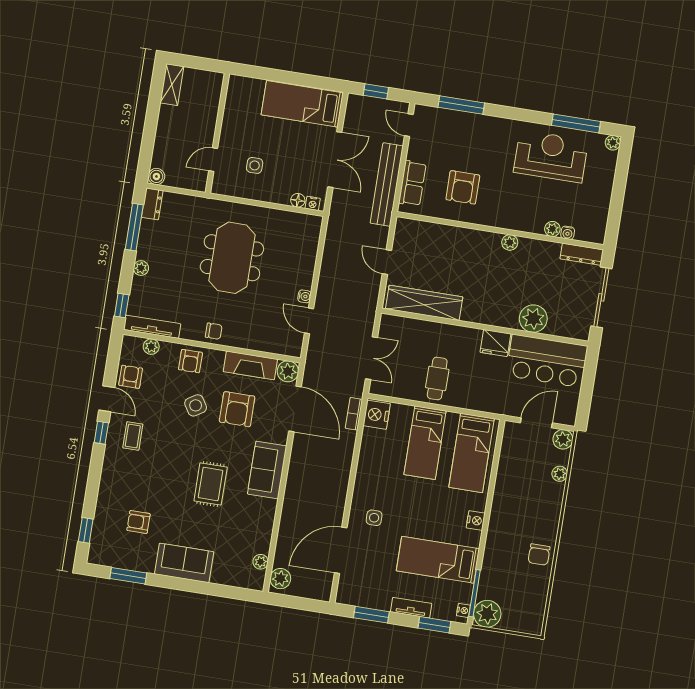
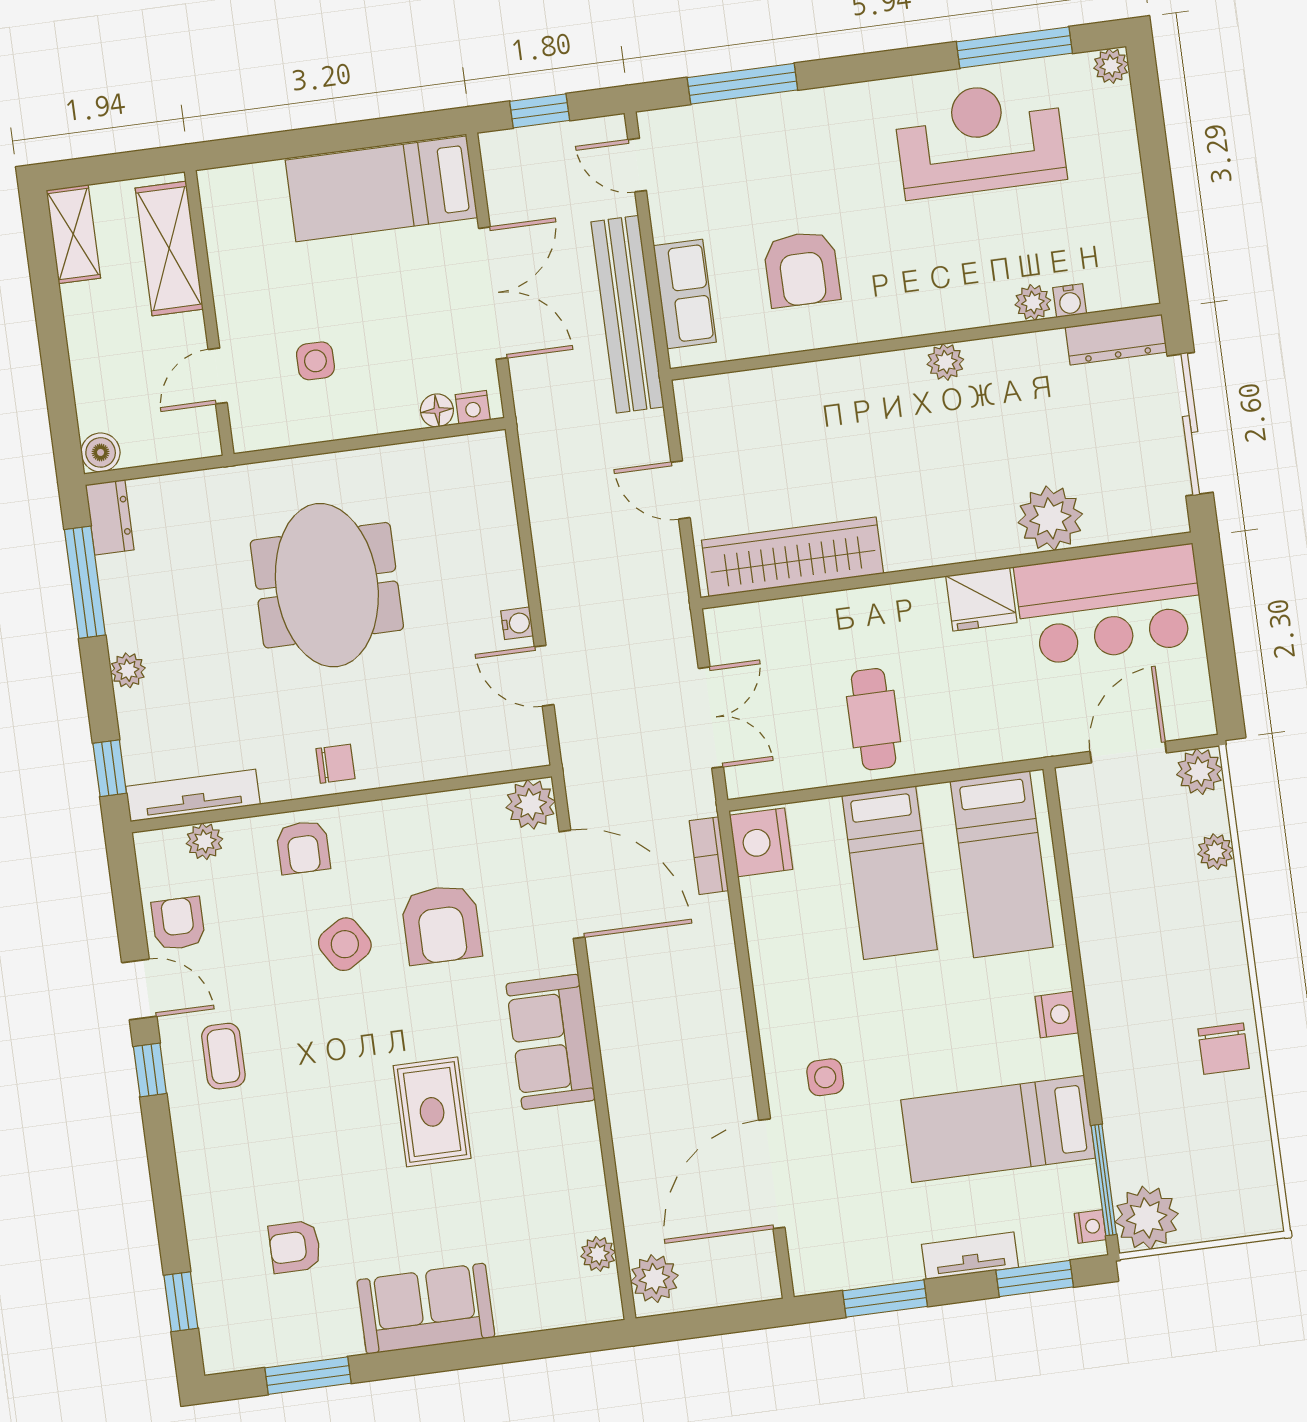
shelving: (209, 102) -> (169, 249), added
fireplace: (250, 365) -> (442, 816), removed

